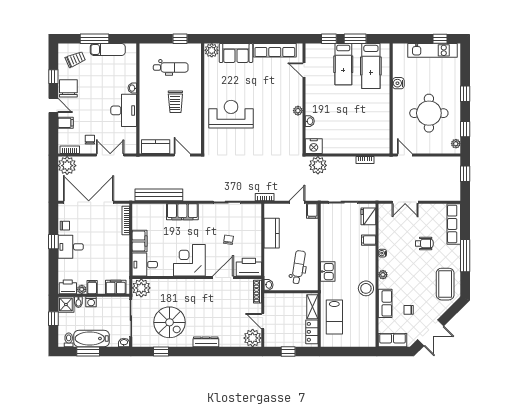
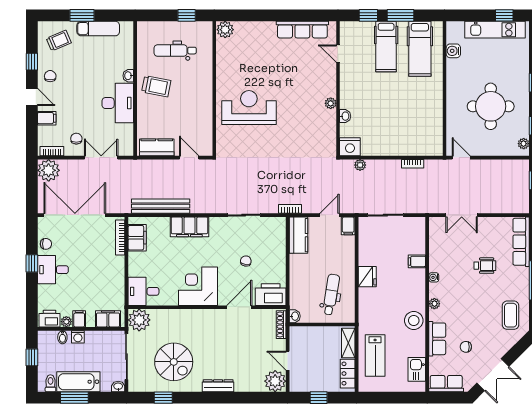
window: (94, 39) -> (82, 15), width x0.69
sofa: (236, 53) -> (255, 33), removed
dental chair: (171, 67) -> (175, 51), turned 180
water cooler: (398, 83) -> (453, 51), moved
chair: (68, 88) -> (50, 76), width x0.54, depth x0.54
trolley: (175, 102) -> (156, 86), moved, turned -79
plant: (318, 165) -> (360, 165), width x0.53, depth x0.53
fridge: (368, 216) -> (367, 277), moved, turned 180
kitchen counter: (272, 233) -> (299, 235), moved
filing cabinet: (140, 241) -> (137, 238), moved
kitchen sink: (328, 272) -> (417, 369), moved, turned 180
coffee table: (445, 284) -> (511, 315), width x0.73, depth x0.76
shower: (66, 304) -> (47, 340), removed

